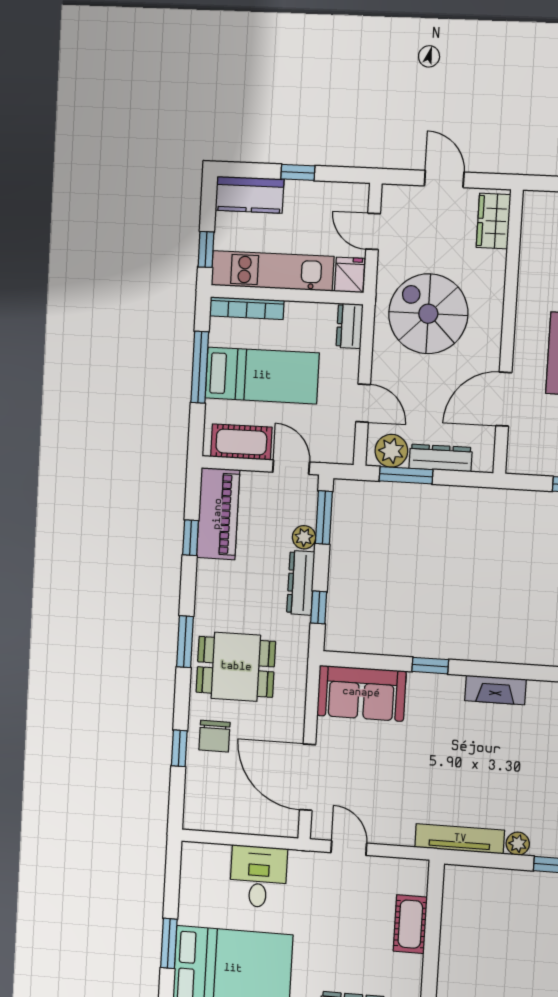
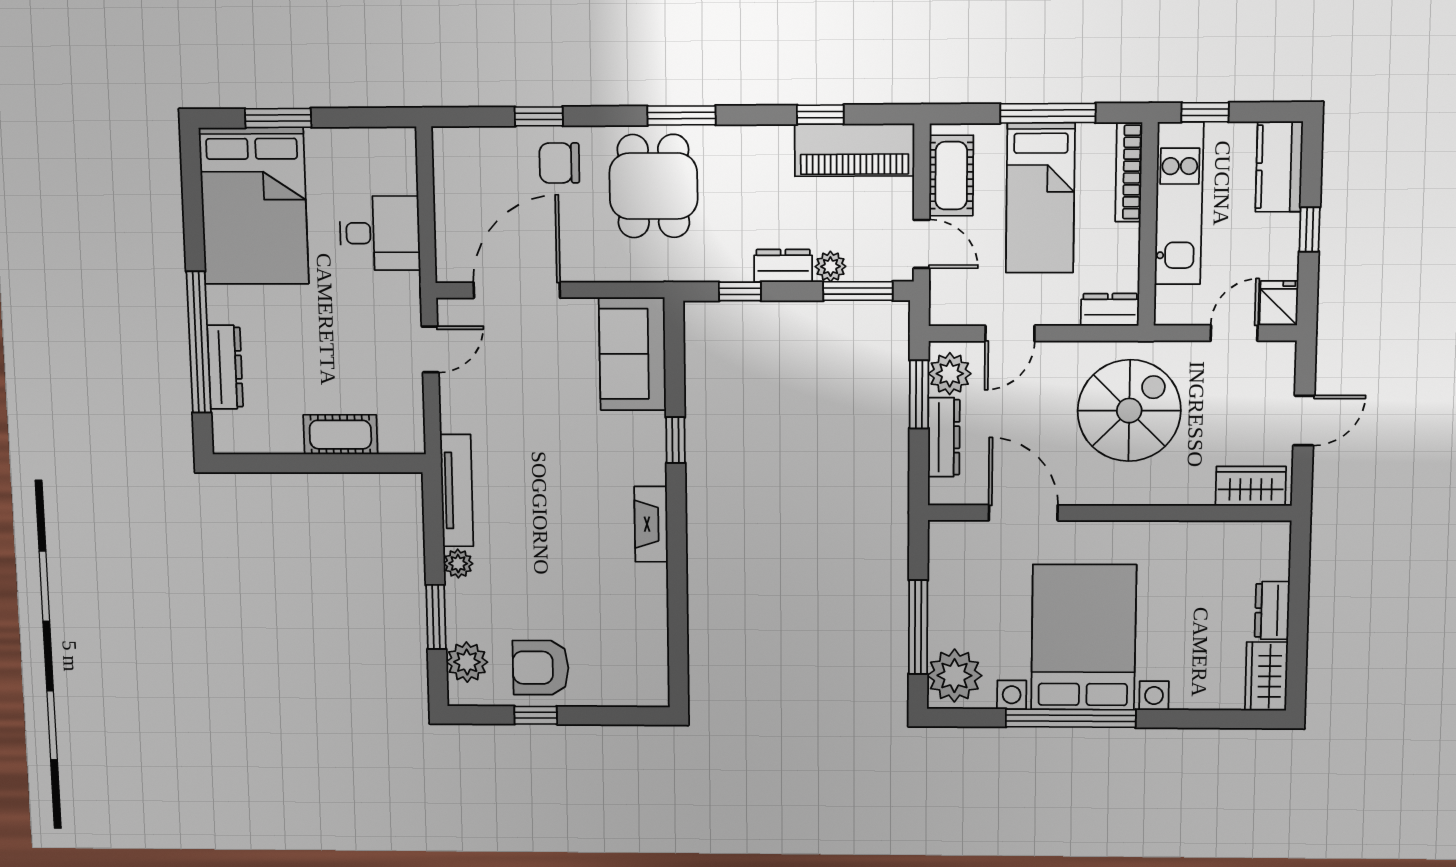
fridge: (350, 275) -> (1279, 303), moved, turned -90
door: (291, 467) -> (922, 244), hinge flipped
dresser: (301, 583) -> (783, 266), width x0.70

